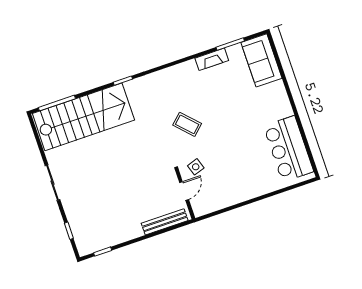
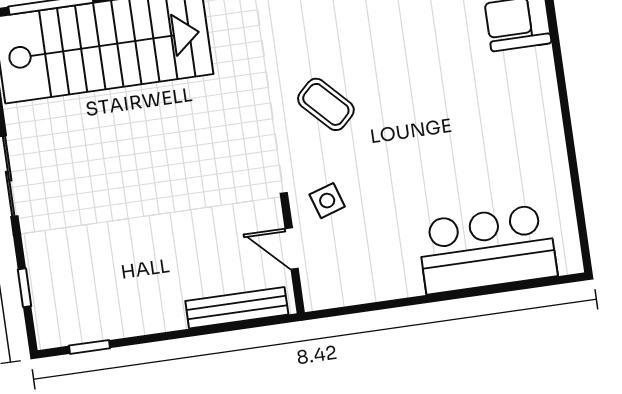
bar counter: (288, 149) -> (487, 249), moved, turned 90
door: (184, 191) -> (292, 249), swing flipped

